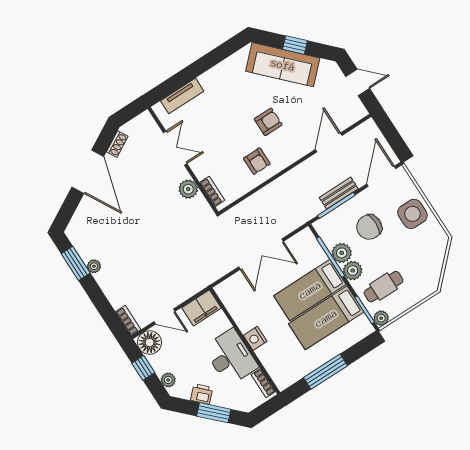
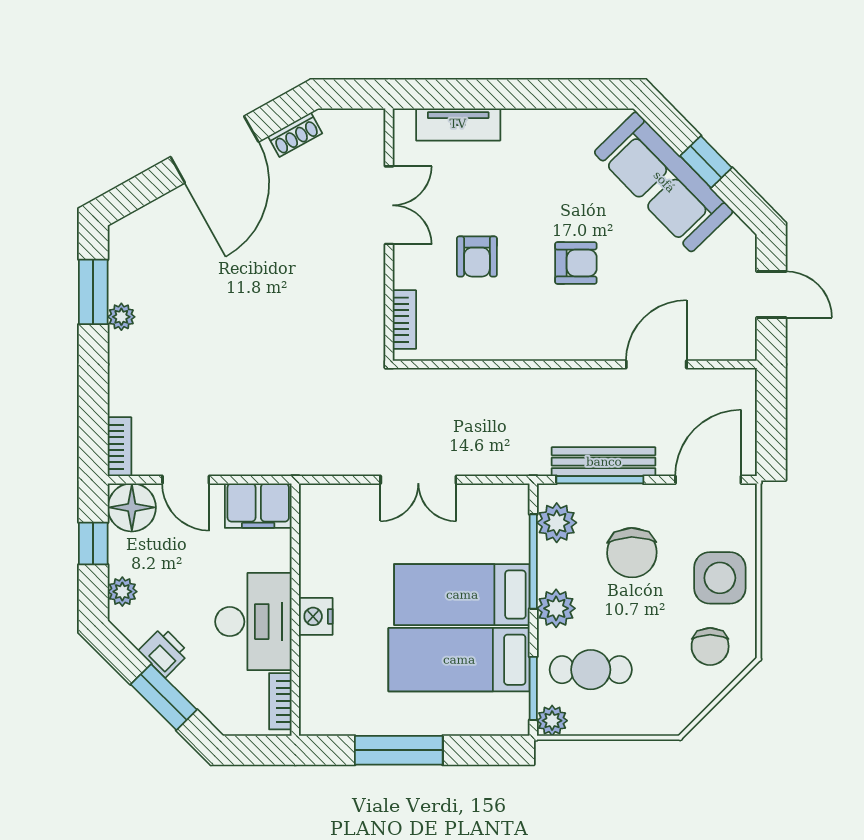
armchair: (257, 161) -> (477, 256), moved
plant: (188, 189) -> (366, 289), removed
bench: (339, 193) -> (604, 462), width x1.36
chair: (369, 227) -> (632, 553), turned -91
chair: (427, 245) -> (710, 646), added
plant: (342, 253) -> (557, 523), moved
double door: (261, 254) -> (418, 480), width x0.73

